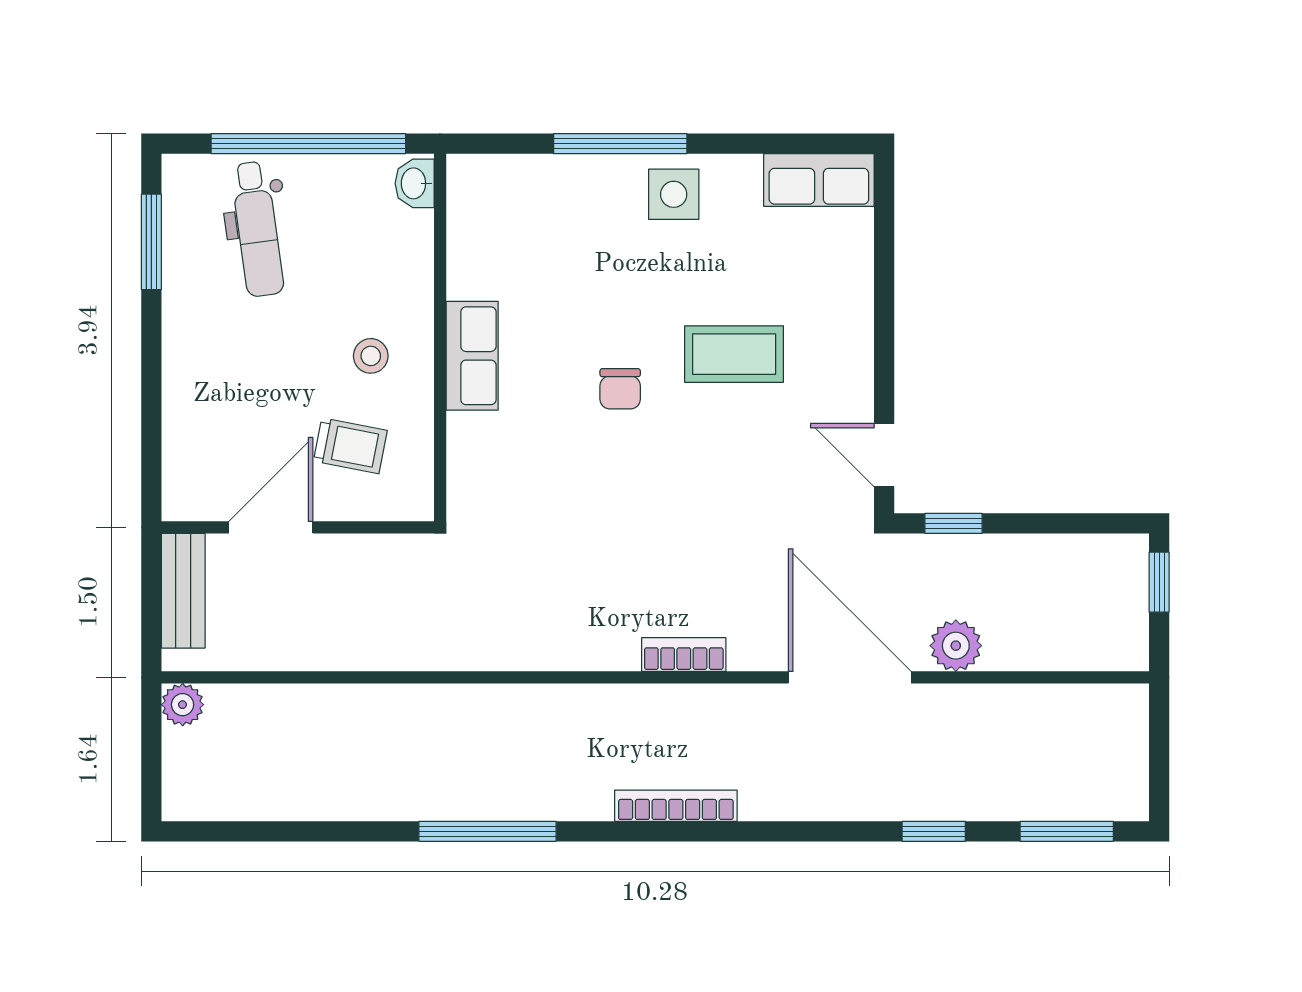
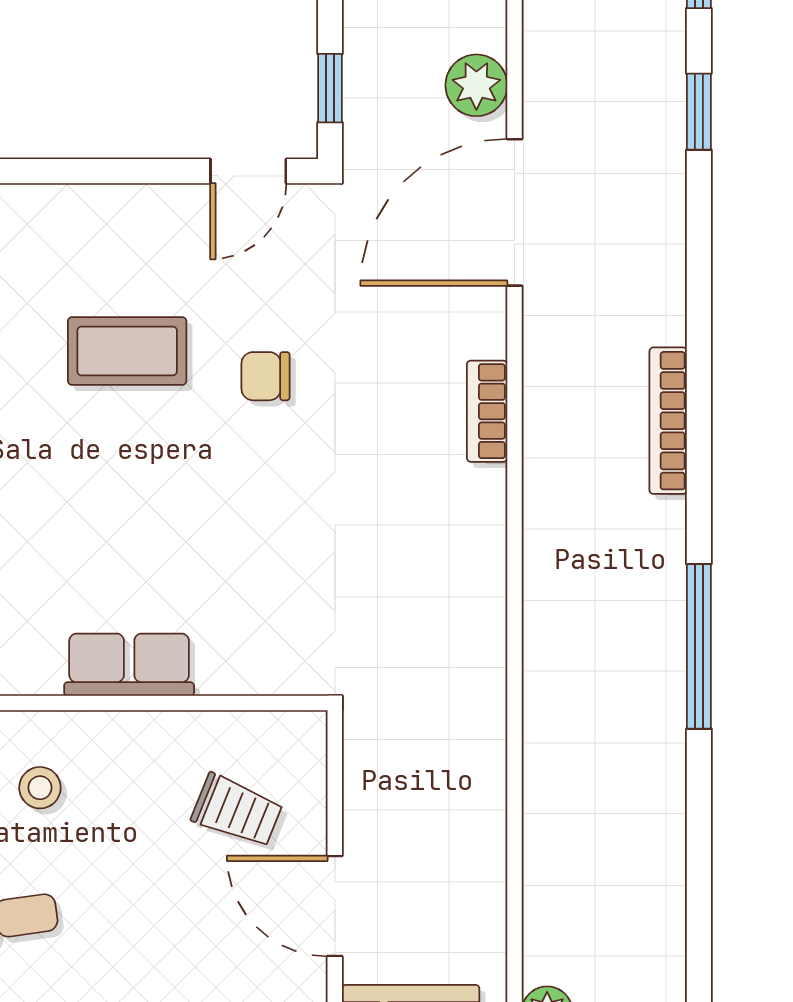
coffee table: (734, 354) -> (127, 351), turned 90
stool: (371, 356) -> (40, 788), moved
chair: (620, 389) -> (266, 376), moved, turned 180
trolley: (350, 446) -> (237, 811), turned 101

